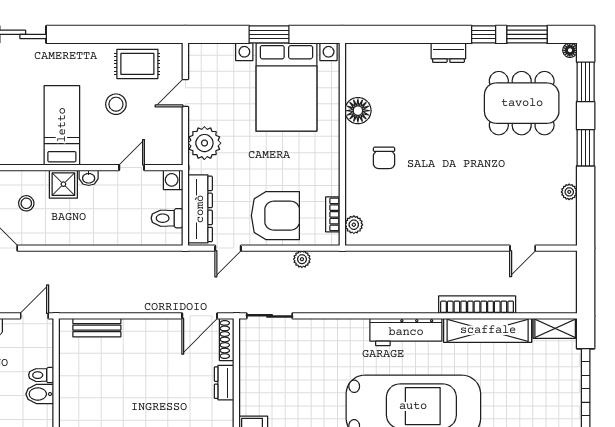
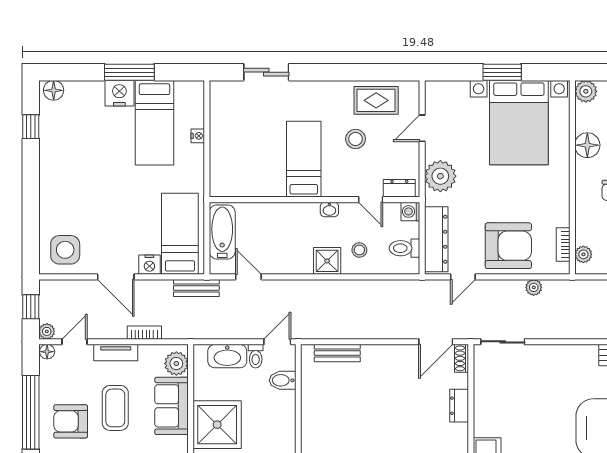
plant: (356, 54) -> (586, 91), added
dresser: (162, 156) -> (399, 188), added
door: (132, 168) -> (371, 200), swing flipped
shower: (63, 184) -> (327, 261), moved
stool: (26, 203) -> (359, 250), moved
shoe rack: (227, 339) -> (462, 358), width x0.70
toilet: (41, 375) -> (256, 356), moved, turned -90
bidet: (40, 394) -> (283, 380), moved

